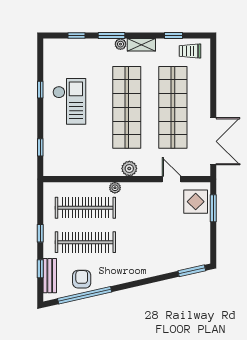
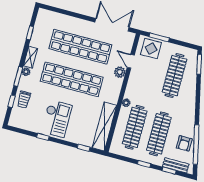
trolley: (190, 51) -> (24, 100), moved
checkout: (69, 101) -> (57, 119), turned 90
shelving: (76, 167) -> (104, 126), added
plant: (129, 169) -> (120, 72), moved
door: (172, 179) -> (131, 61), hinge flipped
clothes rail: (168, 242) -> (174, 76), added
armchair: (82, 279) -> (184, 143), turned -90

